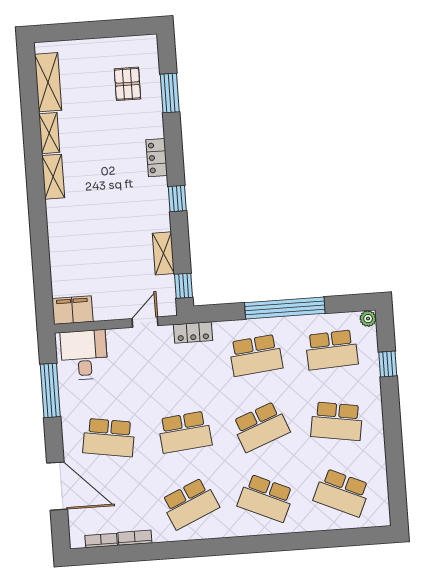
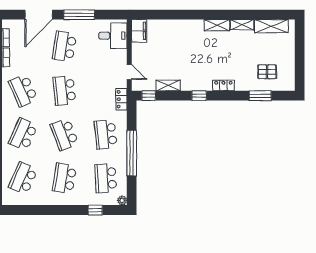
window: (50, 390) -> (79, 15), moved

